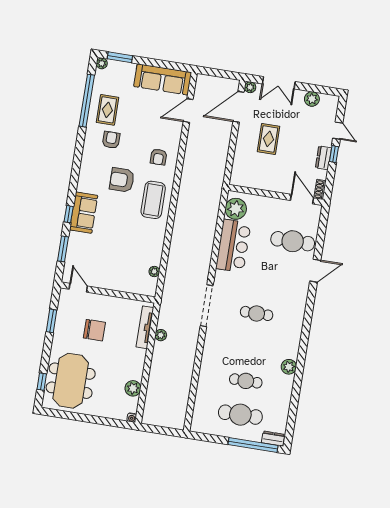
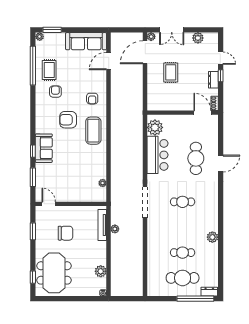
cafe table: (293, 241) -> (196, 158), moved, turned 90

